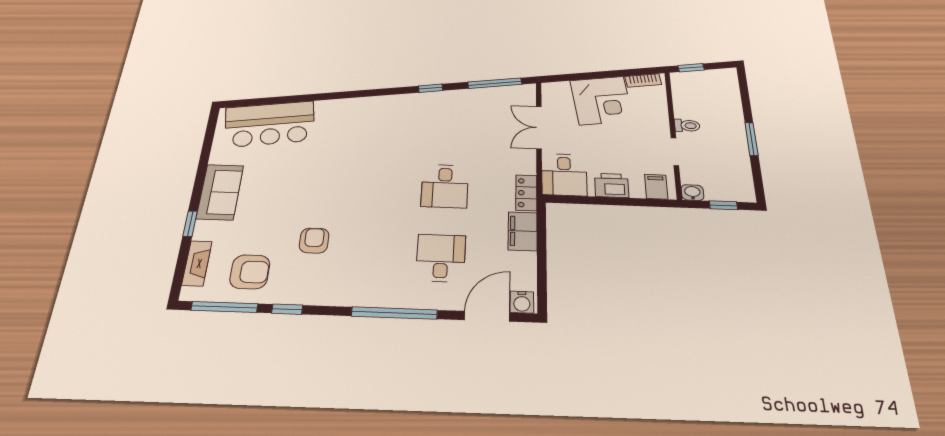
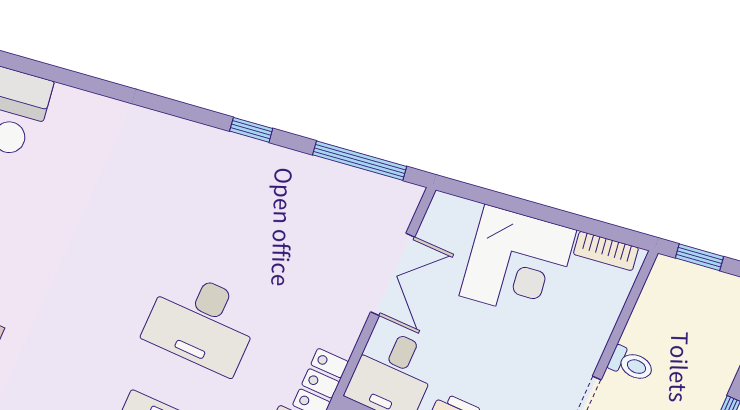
double door: (539, 128) -> (393, 274), swing flipped
desk: (445, 186) -> (202, 322), width x1.37

